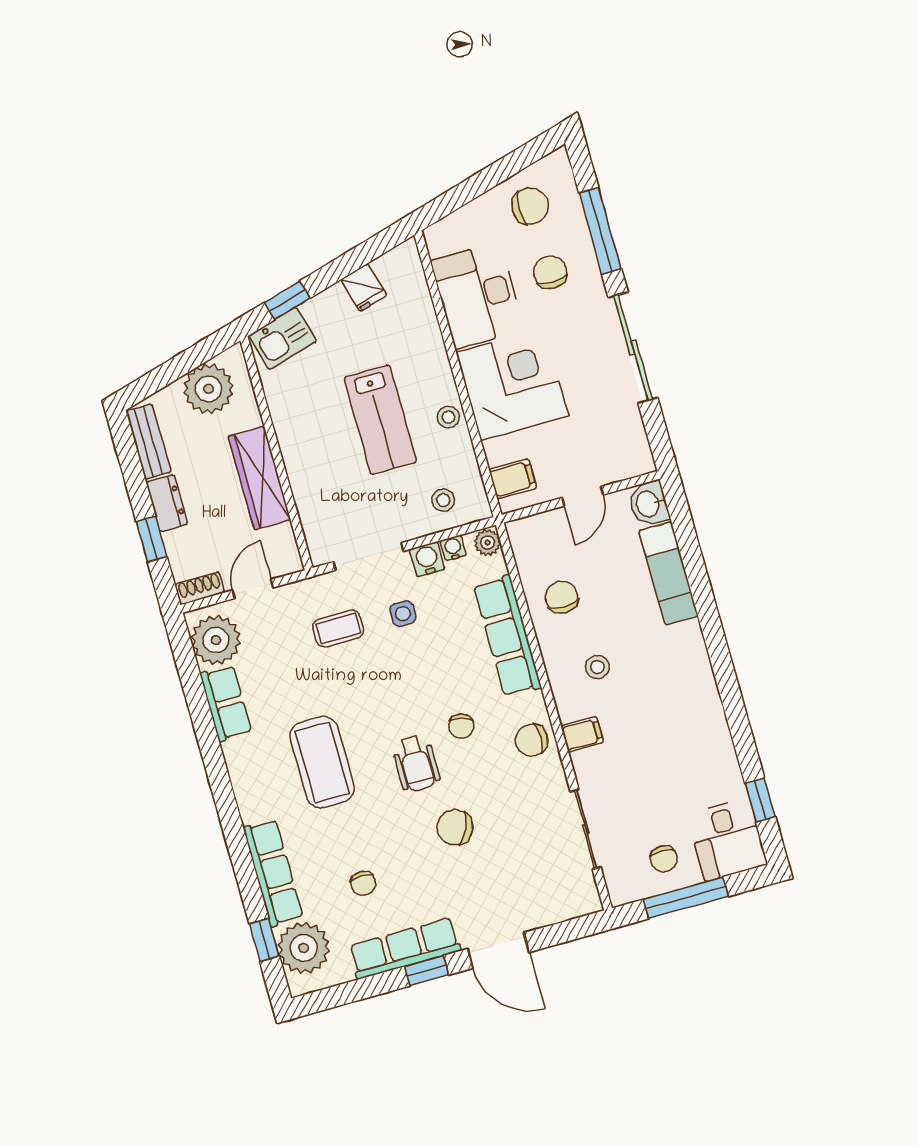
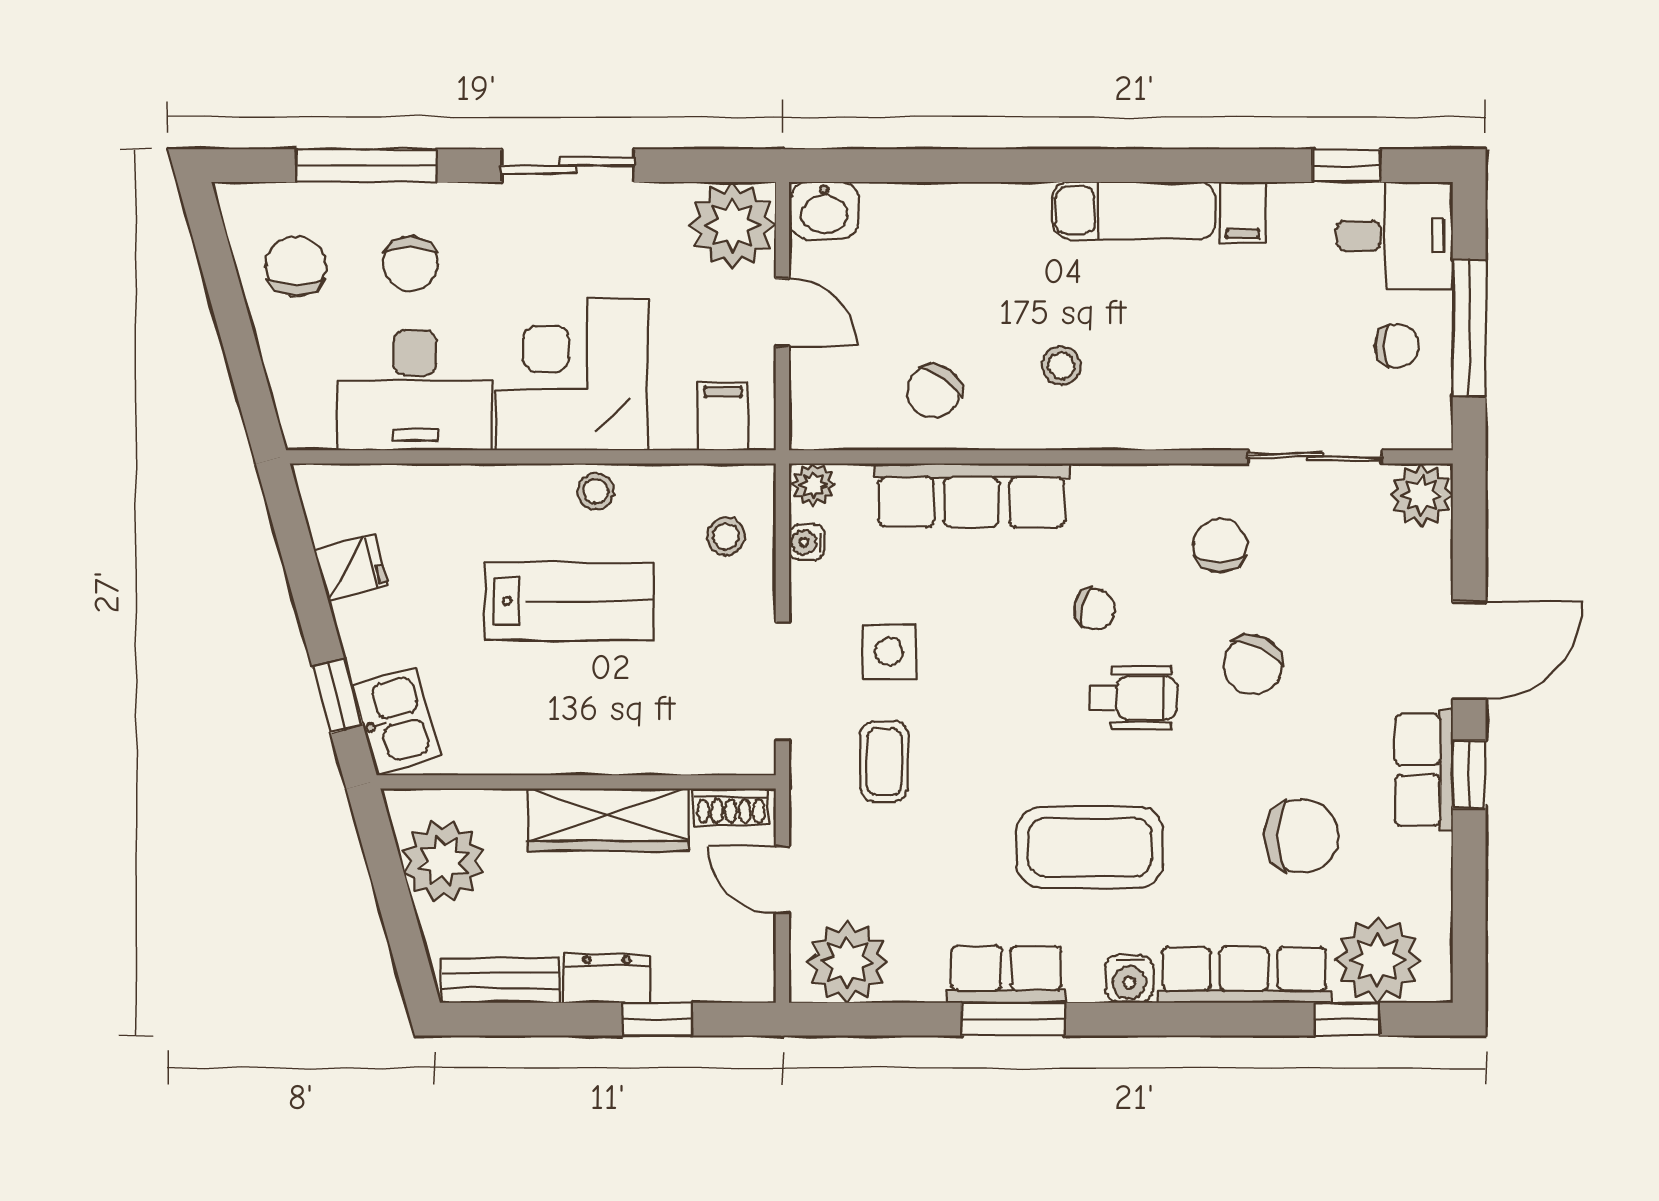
chair: (550, 272) -> (411, 264), turned -90
sliding door: (633, 348) -> (568, 166), width x0.73
plant: (625, 453) -> (732, 225), added
water cooler: (427, 559) -> (1129, 979), moved, turned -90
exam couch: (668, 573) -> (1134, 210), moved
shoe rack: (200, 588) -> (731, 807), moved, turned -90
chair: (562, 597) -> (934, 391), turned -53
side table: (403, 614) -> (889, 652), width x1.37, depth x1.37
row of seats: (226, 703) -> (1006, 974), moved
filing cabinet: (582, 734) -> (1243, 212), moved, turned 180
chair: (532, 740) -> (1220, 545), moved, turned 180
window: (210, 746) -> (1013, 1019), added
chair: (363, 883) -> (1302, 836), width x1.87, depth x1.87
plant: (581, 897) -> (1421, 495), added
row of seats: (405, 948) -> (1424, 770), width x0.68

